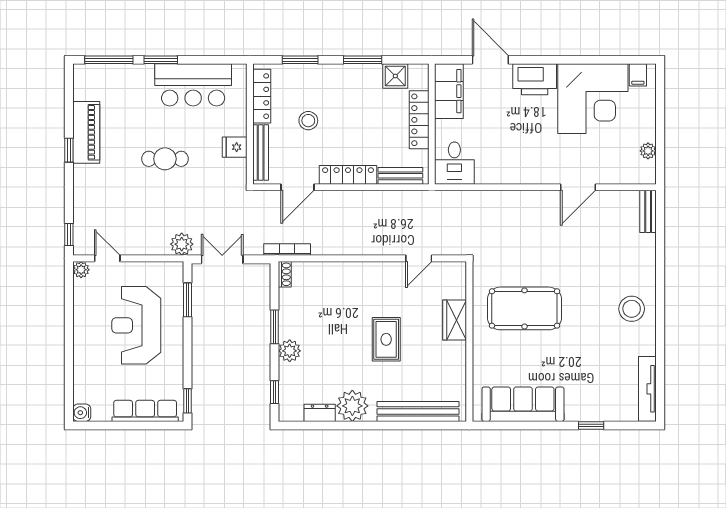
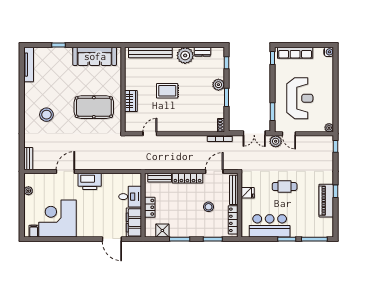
printer: (535, 79) -> (90, 181), moved, turned 180
locker: (419, 120) -> (150, 207), width x0.66
desk: (454, 163) -> (130, 197), moved, turned 90
door: (107, 258) -> (289, 134), moved
stool: (632, 309) -> (46, 115), moved
rug: (386, 339) -> (167, 91), turned 90

